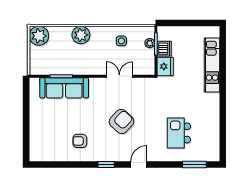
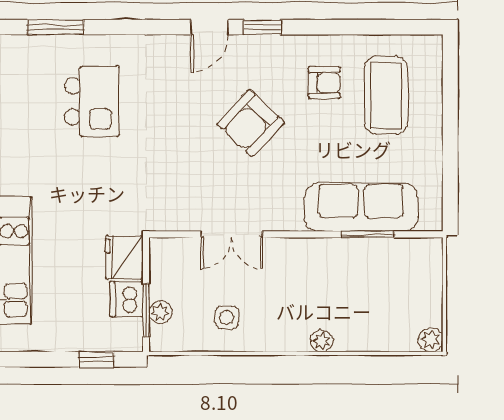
window: (177, 23) -> (97, 359), added
plant: (81, 35) -> (322, 341), width x0.53, depth x0.53
plant: (39, 36) -> (431, 340), width x0.53, depth x0.53
armchair: (122, 121) -> (251, 123), moved
coffee table: (53, 136) -> (386, 95), added
door: (139, 165) -> (210, 27), moved

